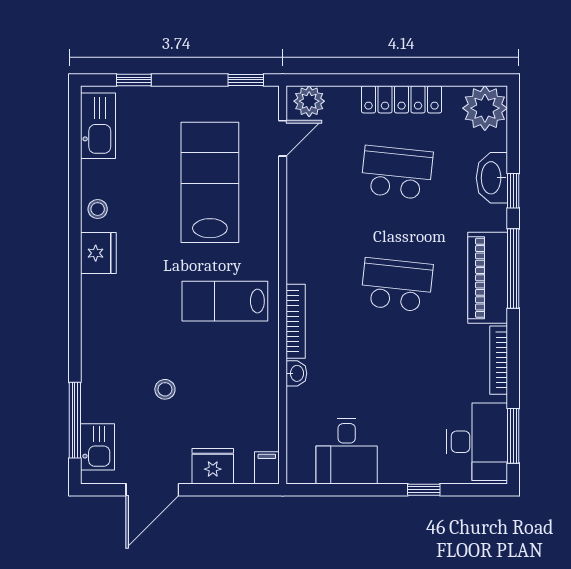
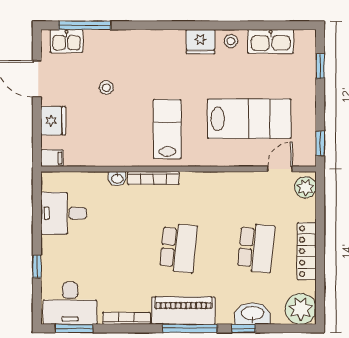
kitchen sink: (98, 126) -> (271, 41), moved
door: (283, 138) -> (280, 169), swing flipped

